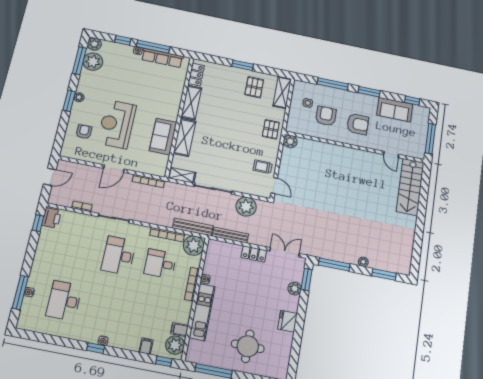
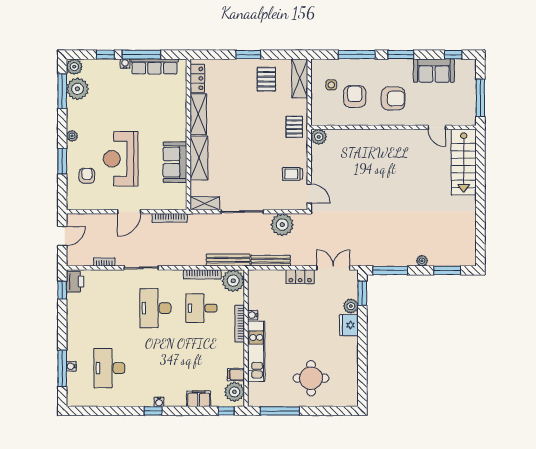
window: (69, 101) -> (62, 161), moved
fridge: (288, 321) -> (349, 325), moved
filing cabinet: (146, 346) -> (199, 399), width x2.00

